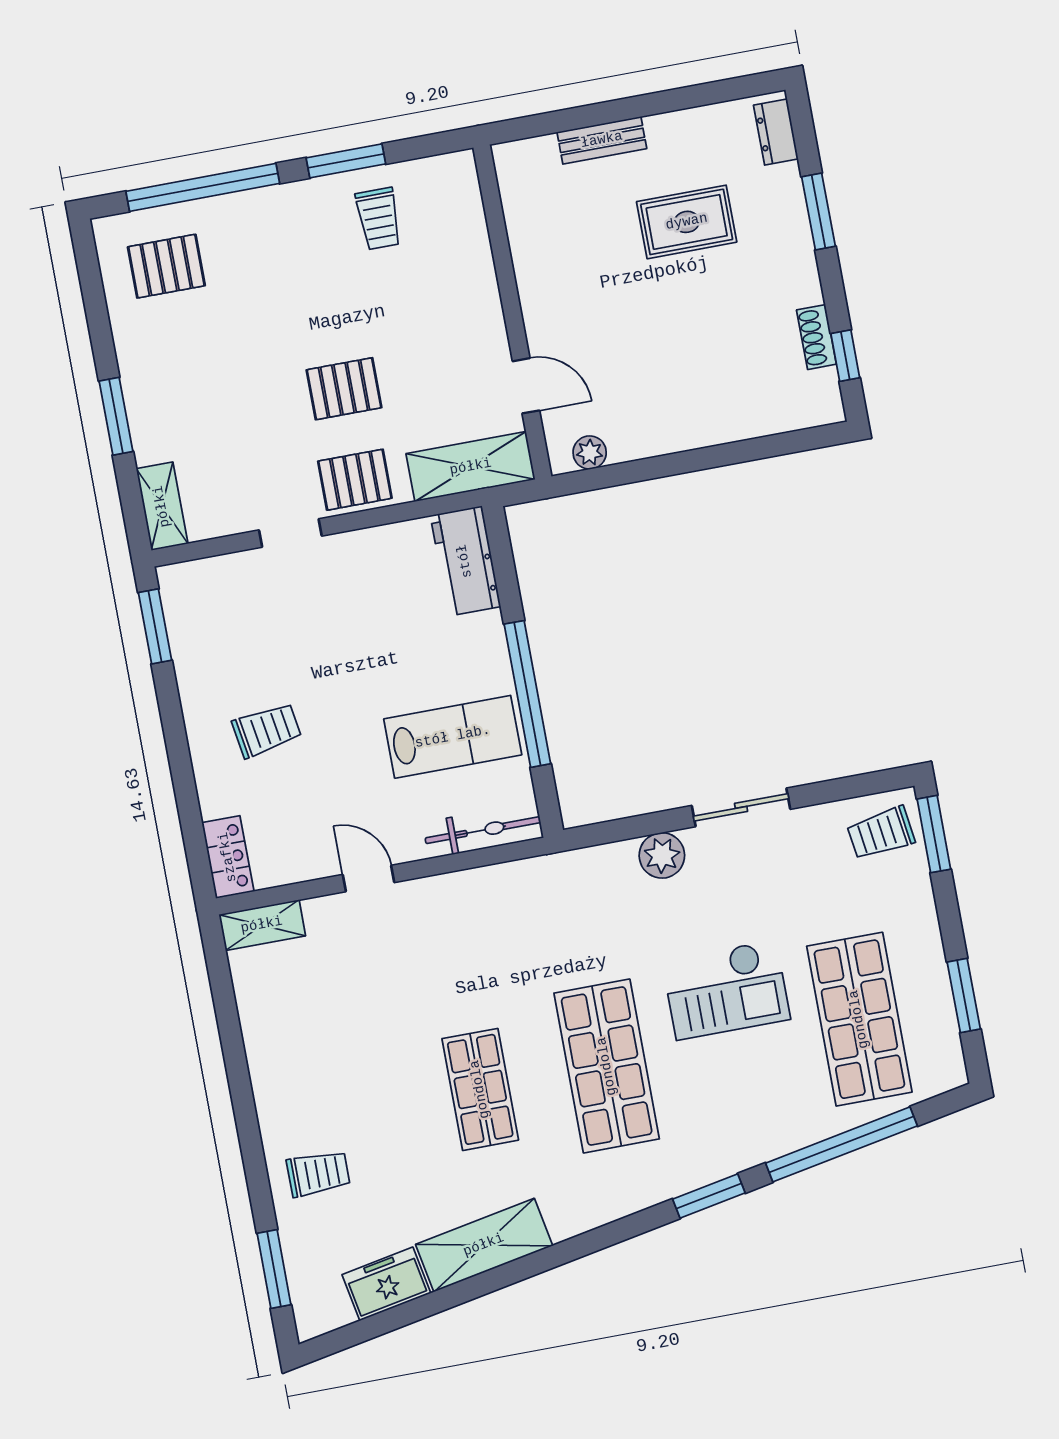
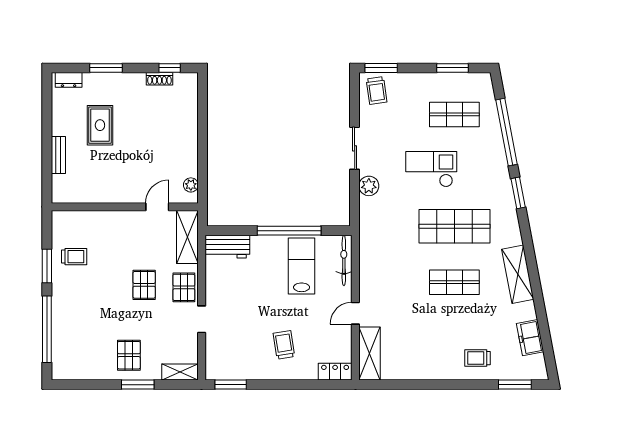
pallet: (166, 266) -> (129, 355), moved
shelving: (262, 925) -> (370, 353), width x1.50, depth x1.33
checkout: (726, 990) -> (431, 169), turned -90
shop shelf: (859, 1019) -> (454, 114), width x0.70, depth x0.74
trolley: (318, 1174) -> (478, 358), turned -90
shelving: (484, 1245) -> (518, 274), moved

